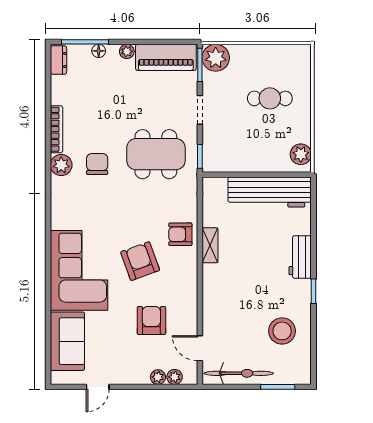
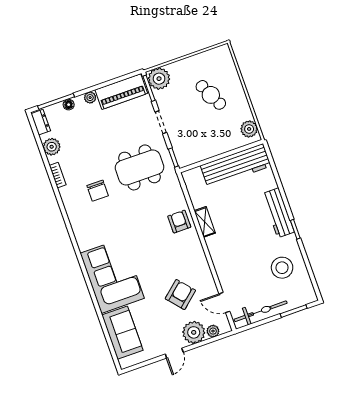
cafe table: (270, 98) -> (211, 95), turned 64
bookcase: (56, 129) -> (58, 175), width x0.64
chair: (97, 164) -> (98, 191), turned 180
plant: (61, 165) -> (52, 147), moved
armchair: (180, 234) -> (179, 222), turned 90
workbench: (300, 257) -> (278, 213), width x1.38
armchair: (140, 261) -> (156, 253), removed
armchair: (151, 320) -> (180, 295), turned 49
plant: (158, 377) -> (194, 332), width x1.87, depth x1.87
door: (98, 387) -> (174, 353), moved

